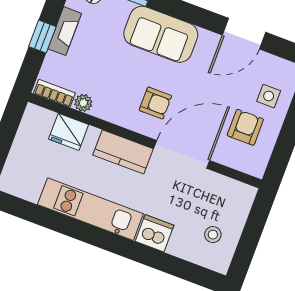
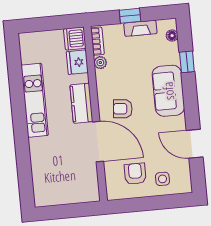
armchair: (155, 103) -> (123, 109), turned 95
armchair: (245, 127) -> (135, 174), turned -90
dishwasher: (154, 233) -> (75, 39), moved, turned 180
stool: (213, 235) -> (57, 186), removed

